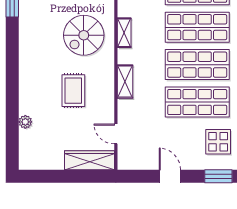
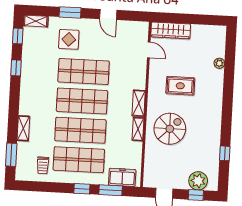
shelving: (125, 82) -> (139, 103), moved
rug: (73, 91) -> (180, 86), turned 90

